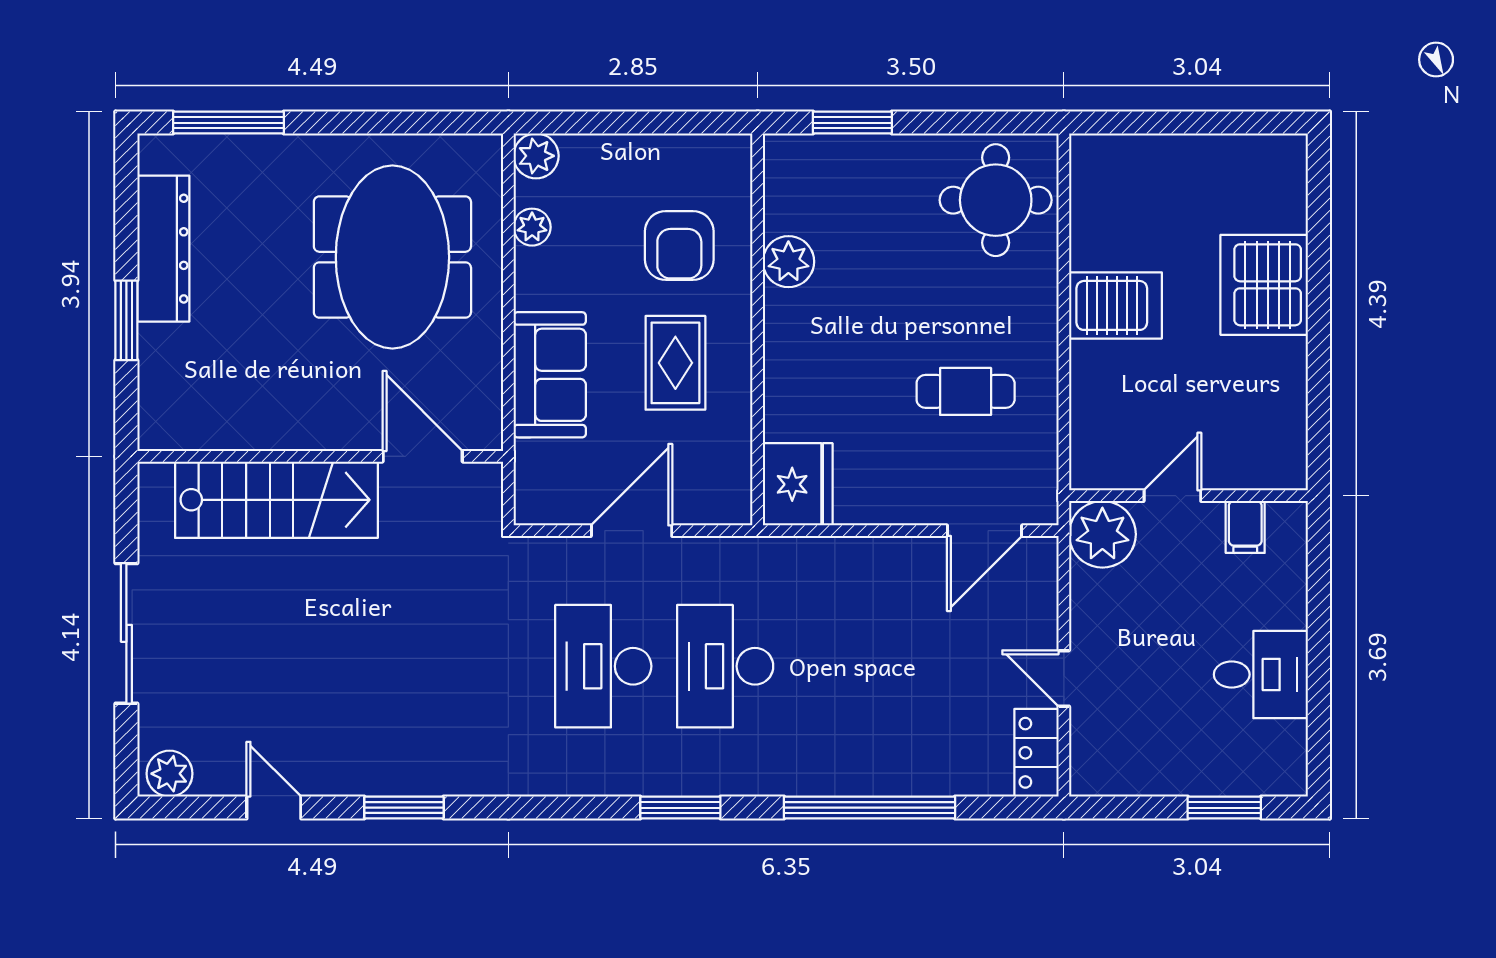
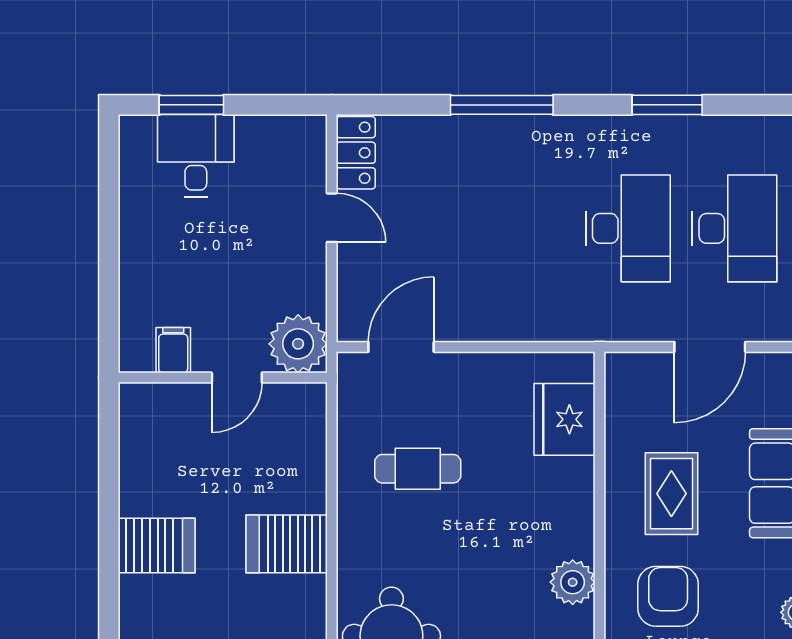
server rack: (1264, 285) -> (157, 546), width x0.62
fridge: (798, 484) -> (565, 419), moved
desk: (1261, 675) -> (196, 156), moved, turned 90
window: (870, 808) -> (502, 105), width x0.68

